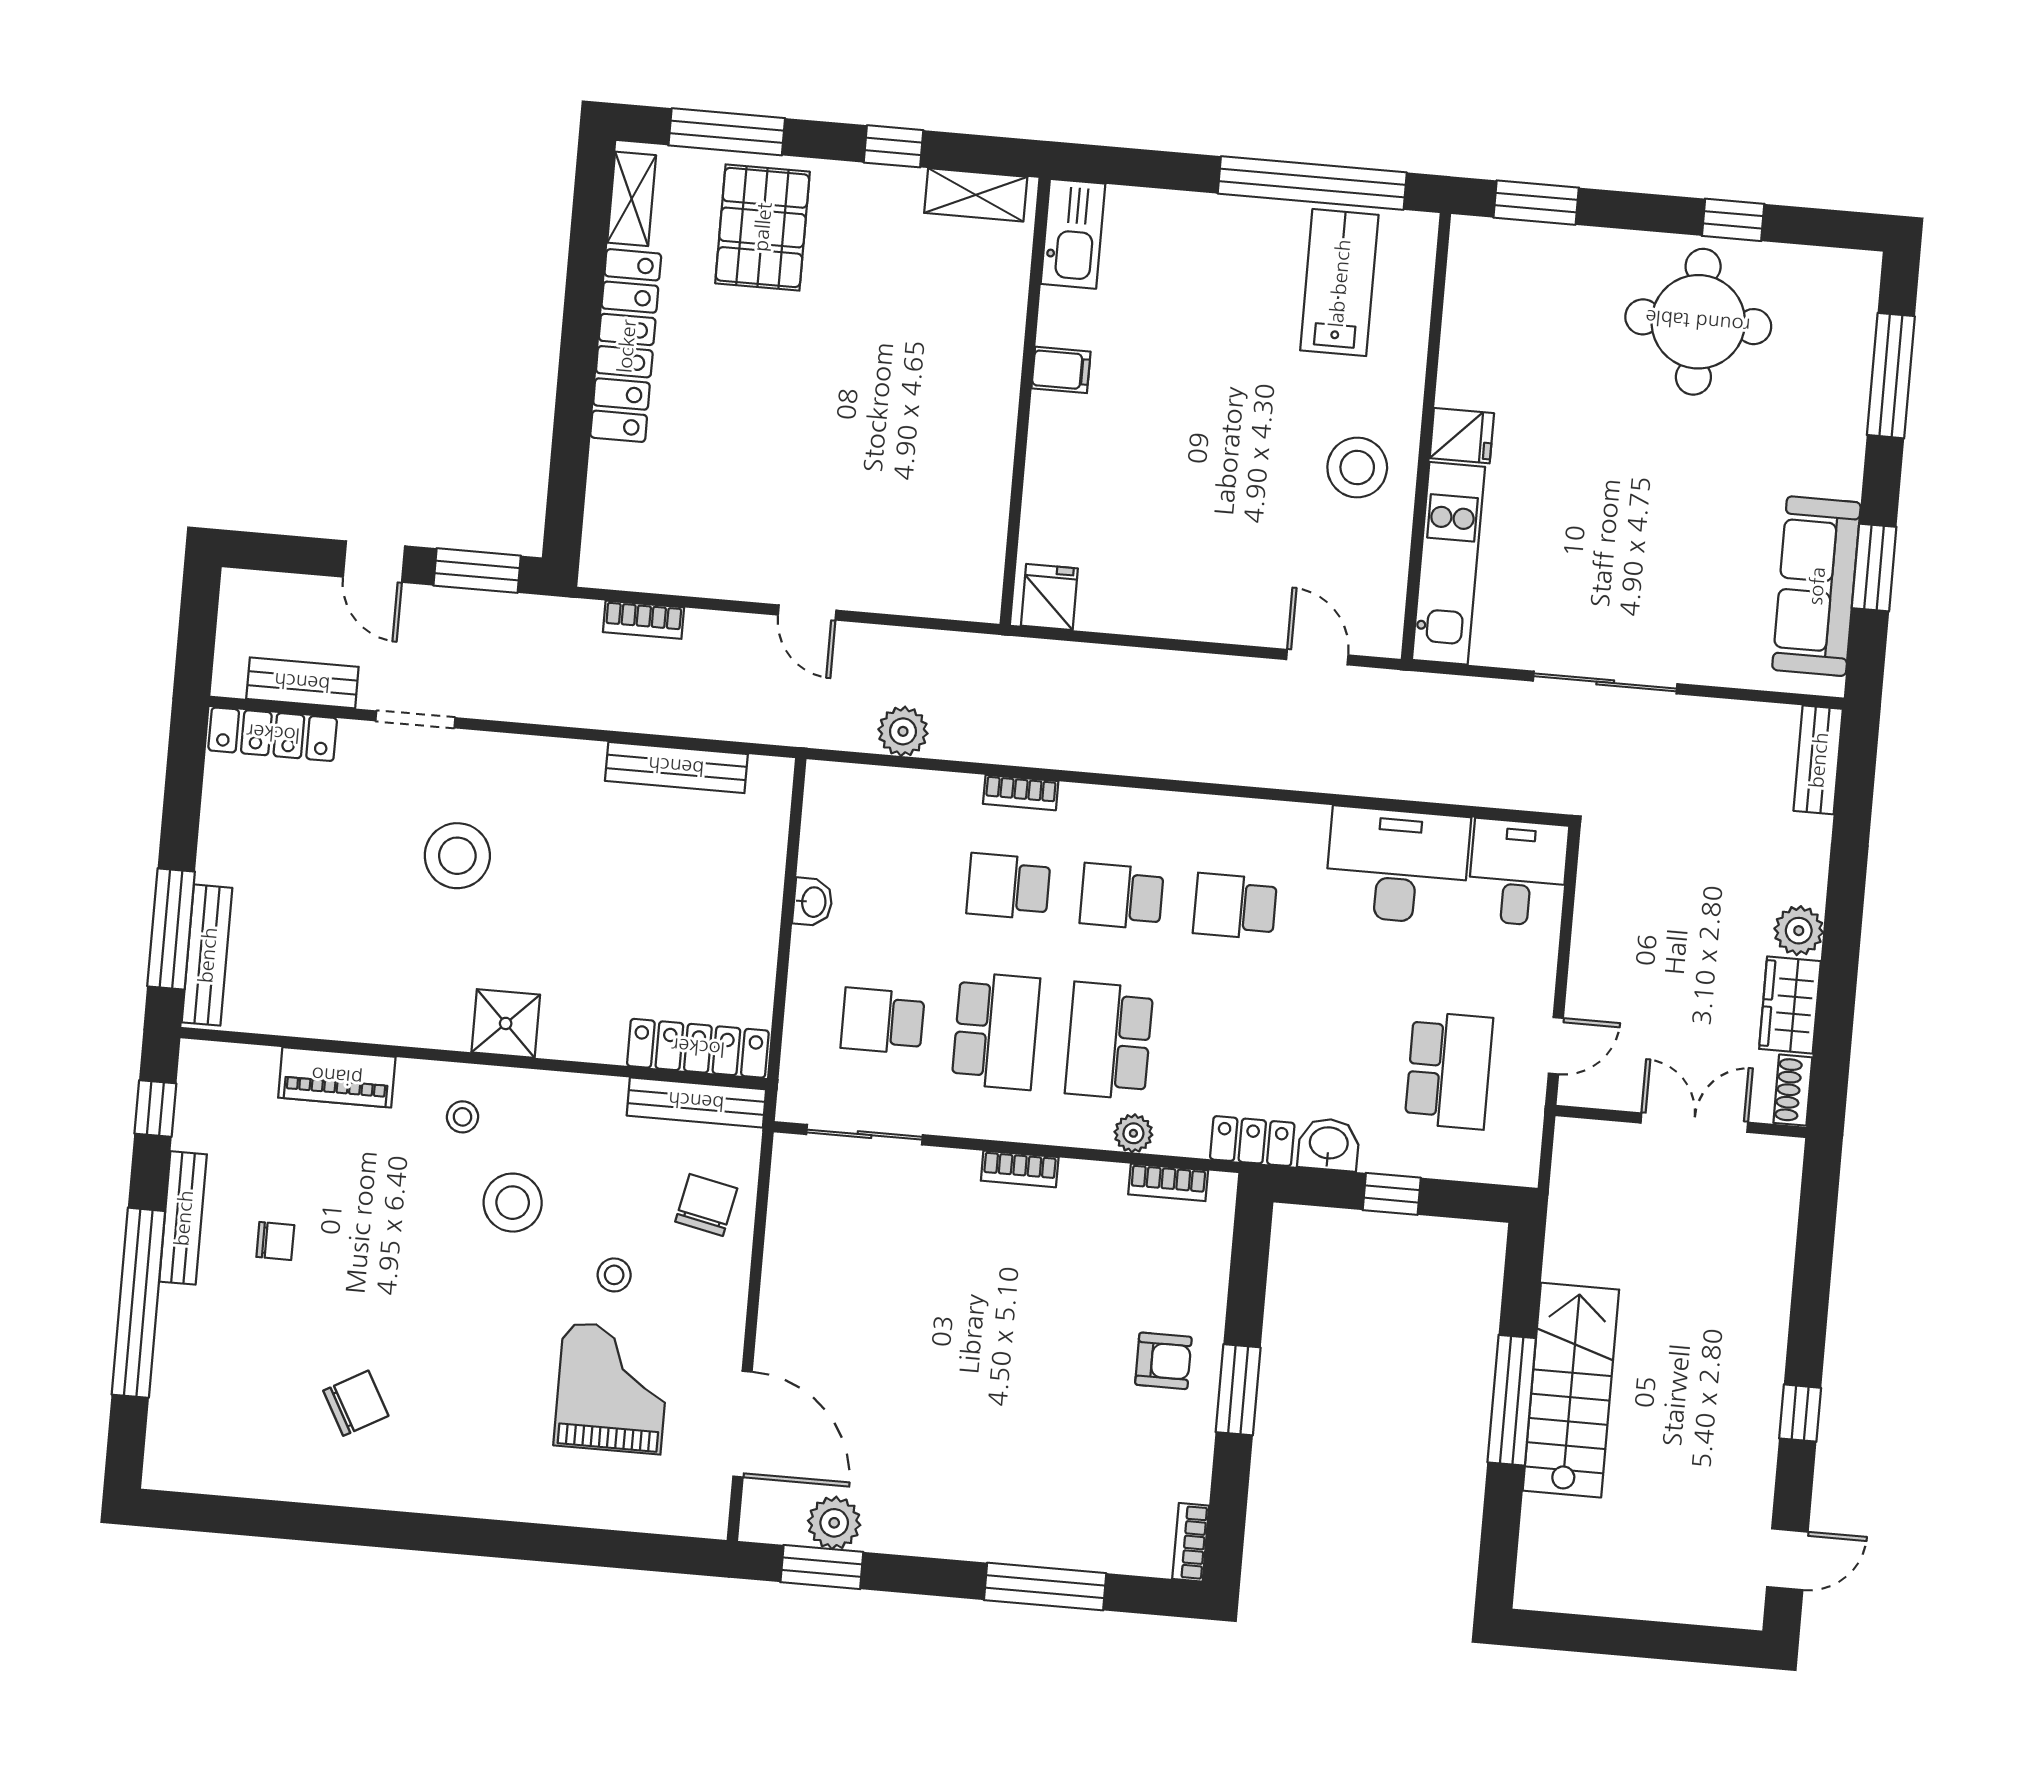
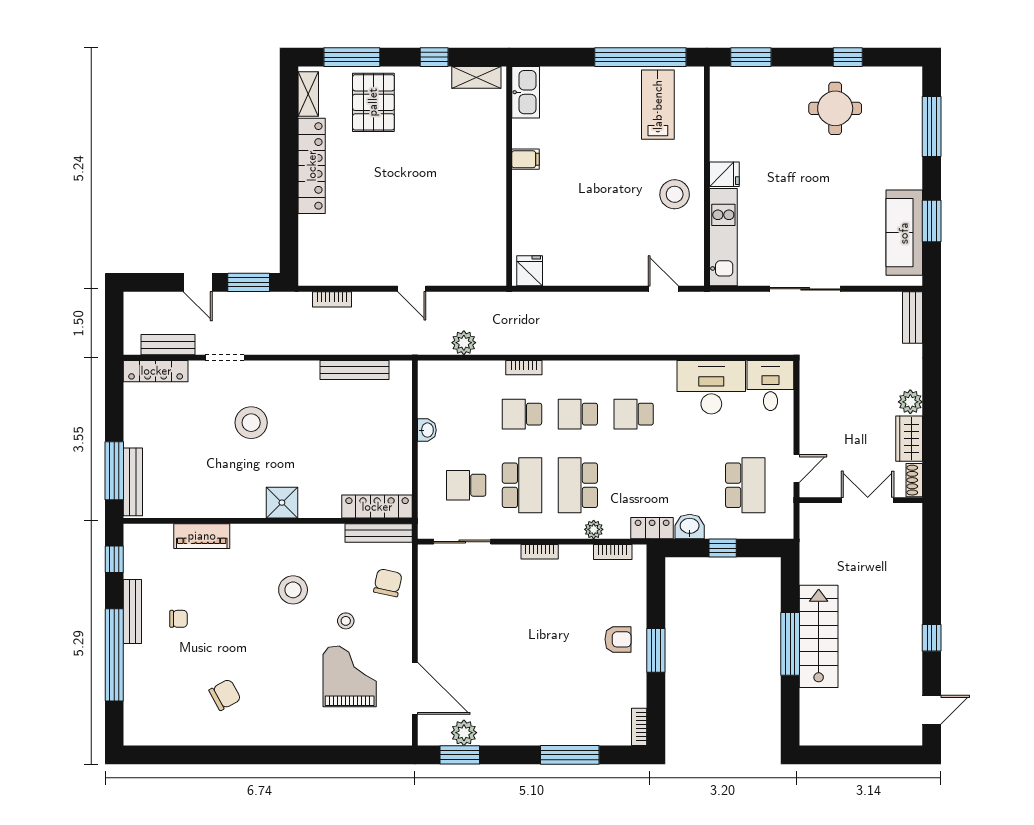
round table: (1698, 322) -> (835, 108), width x0.73, depth x0.73
stool: (463, 1117) -> (265, 550), removed

